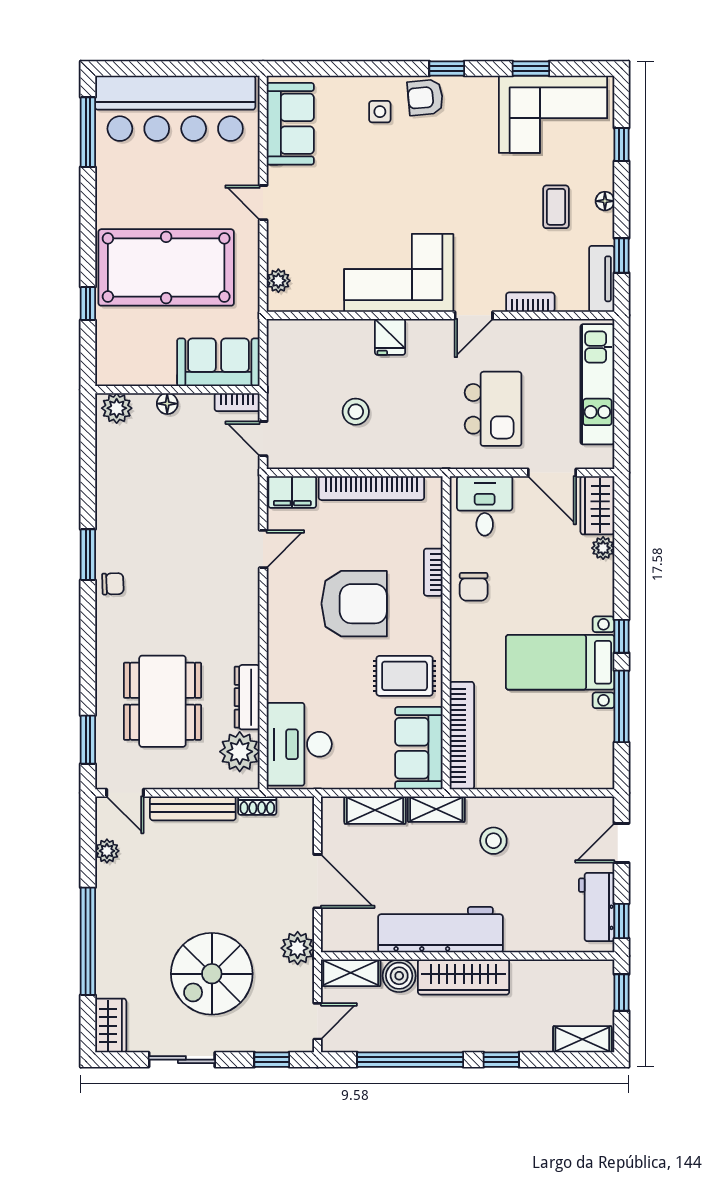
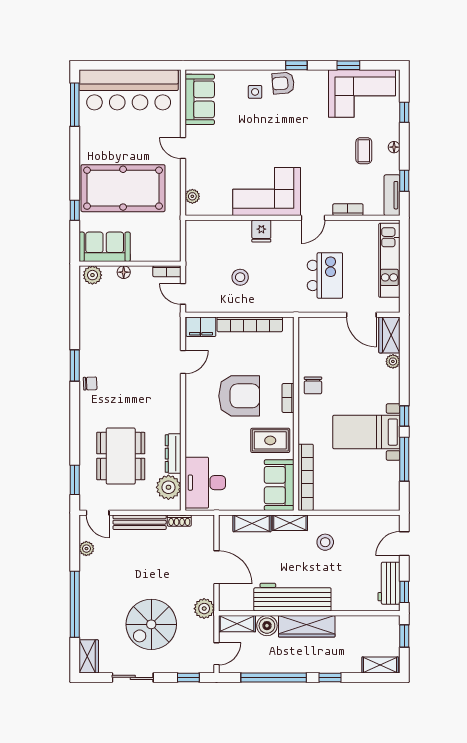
sofa: (218, 362) -> (105, 247), moved
desk: (485, 506) -> (320, 335), removed
bookcase: (433, 572) -> (288, 398), moved

